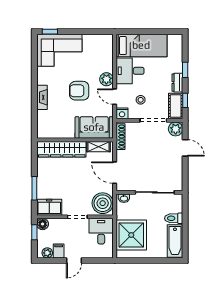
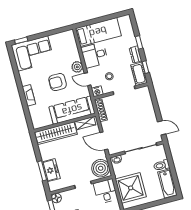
sofa: (94, 127) -> (72, 110), width x1.36
plant: (176, 129) -> (144, 92), removed
door: (185, 148) -> (162, 128), moved
freezer: (49, 207) -> (51, 170), moved, turned 90

